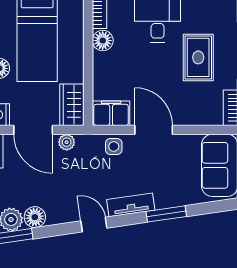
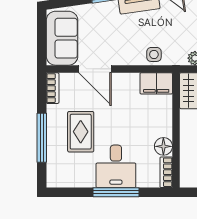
door: (154, 130) -> (95, 69), moved

